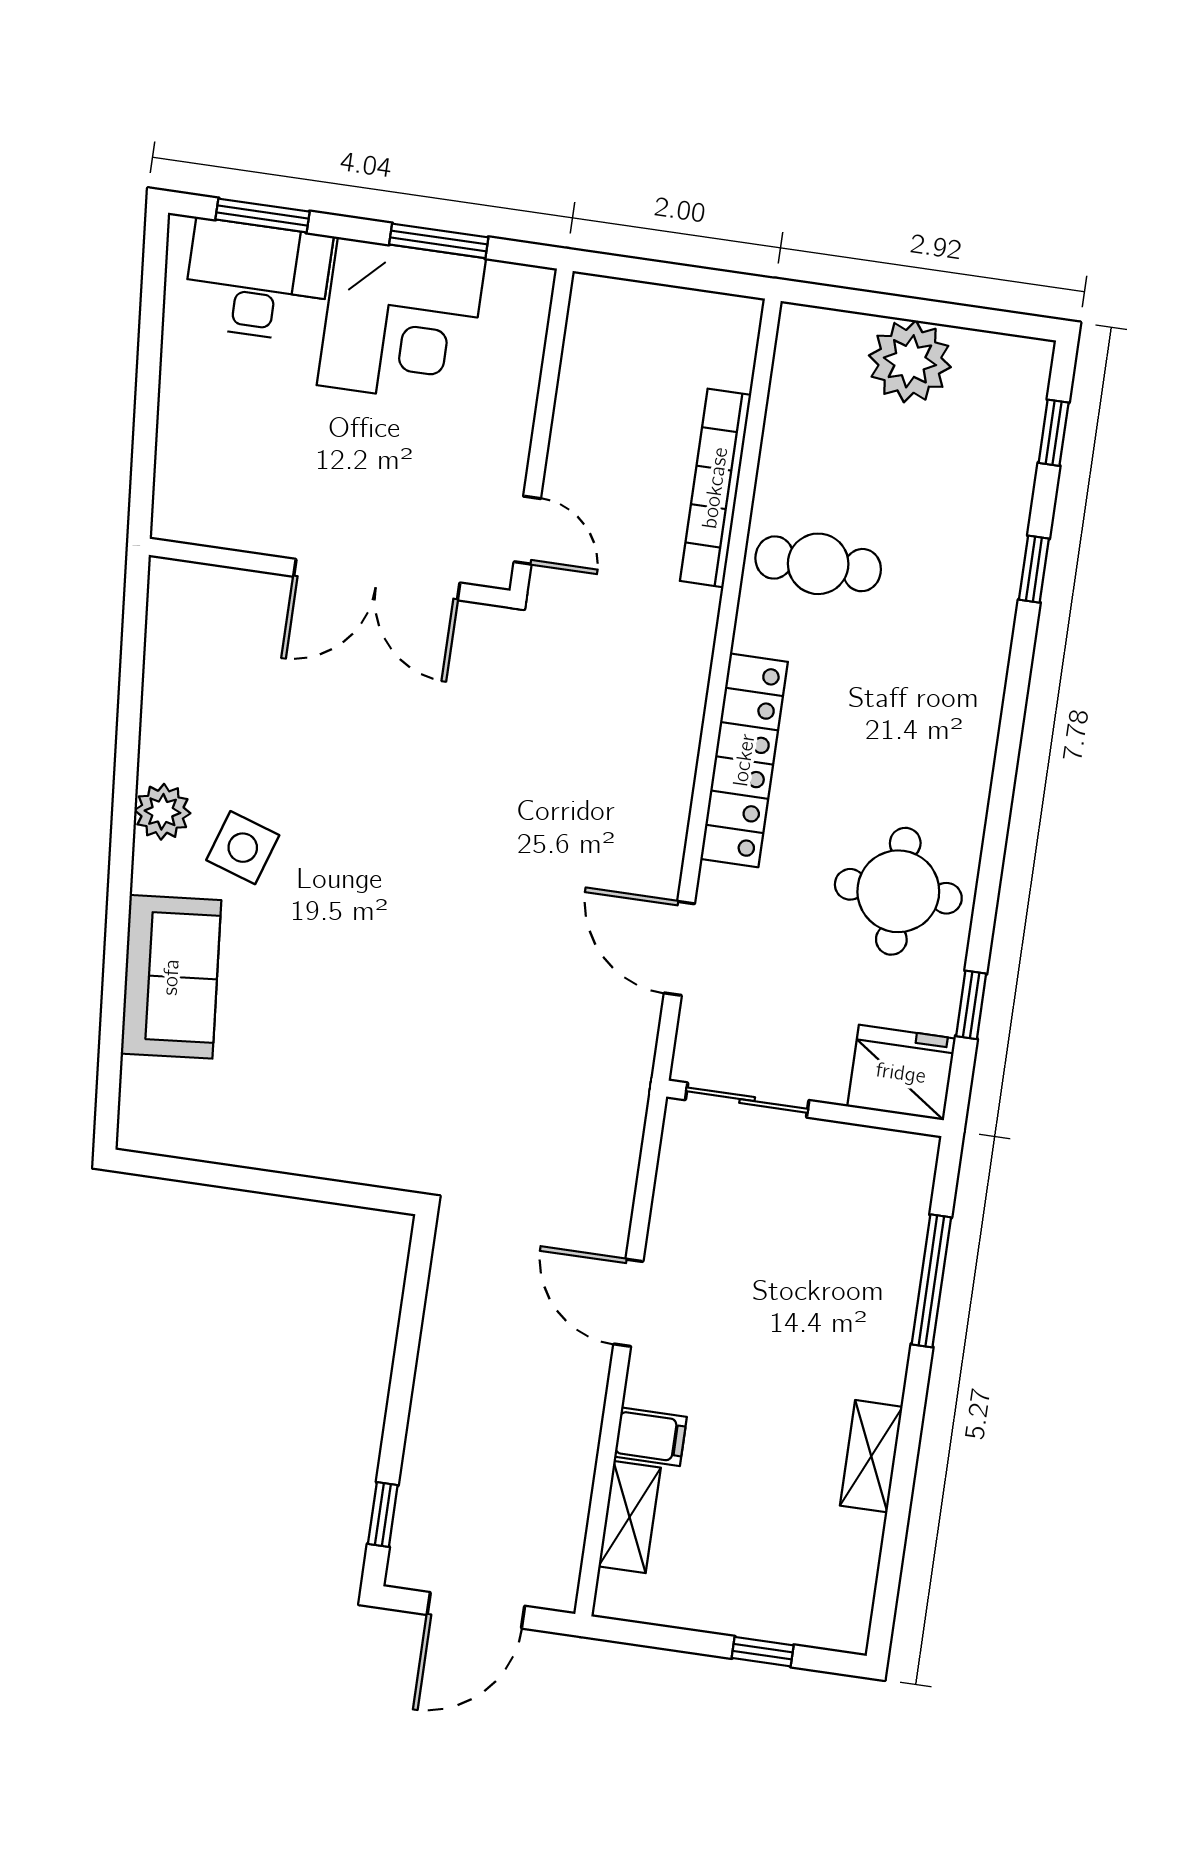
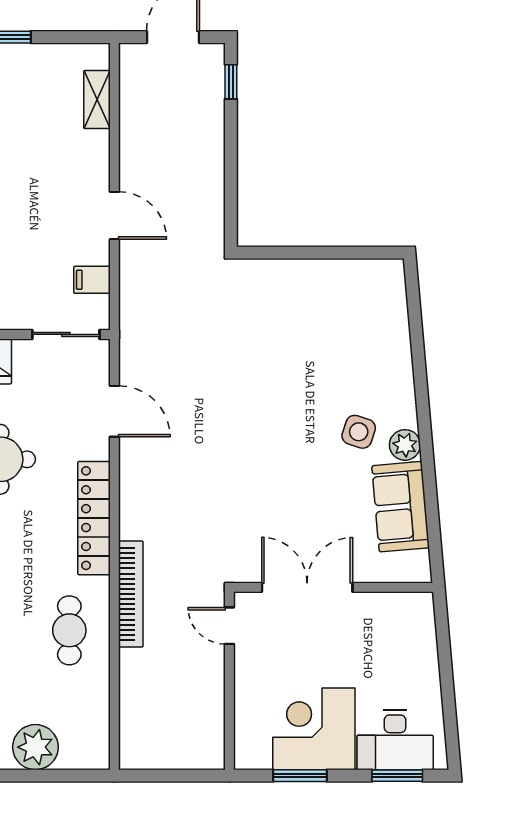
bookcase: (715, 488) -> (131, 594), moved
cafe table: (818, 564) -> (69, 630), turned 90
sofa: (171, 977) -> (401, 507), moved
filing cabinet: (651, 1437) -> (92, 280), moved

